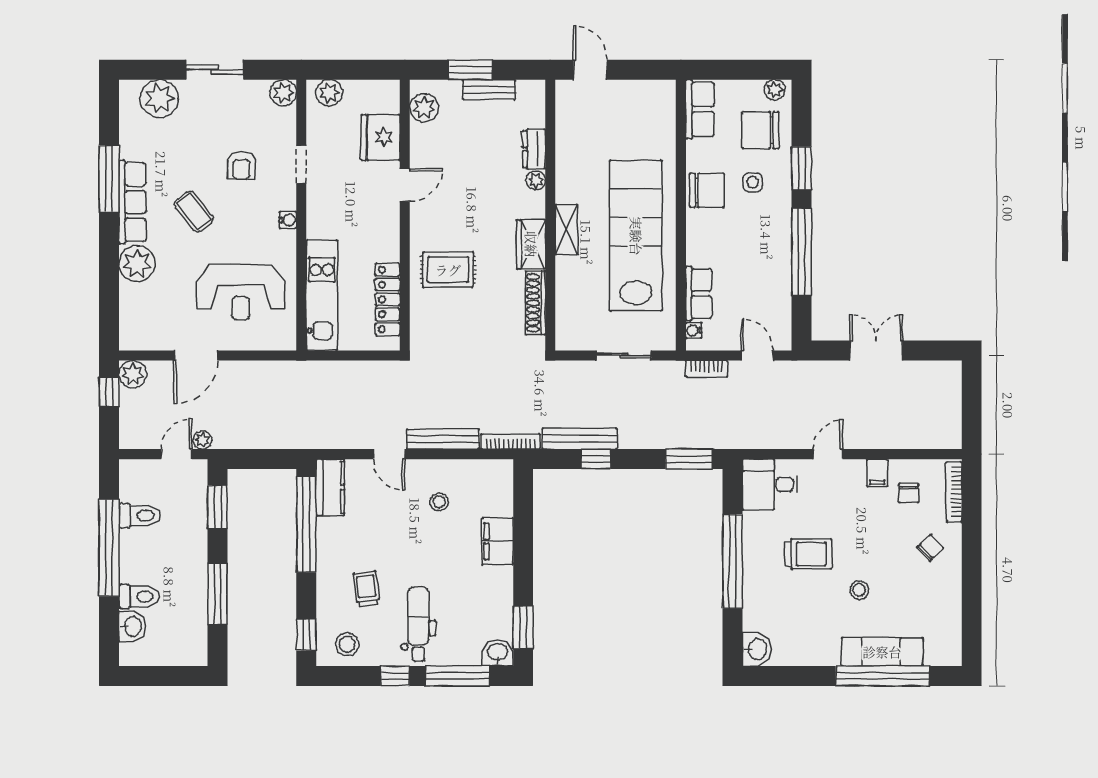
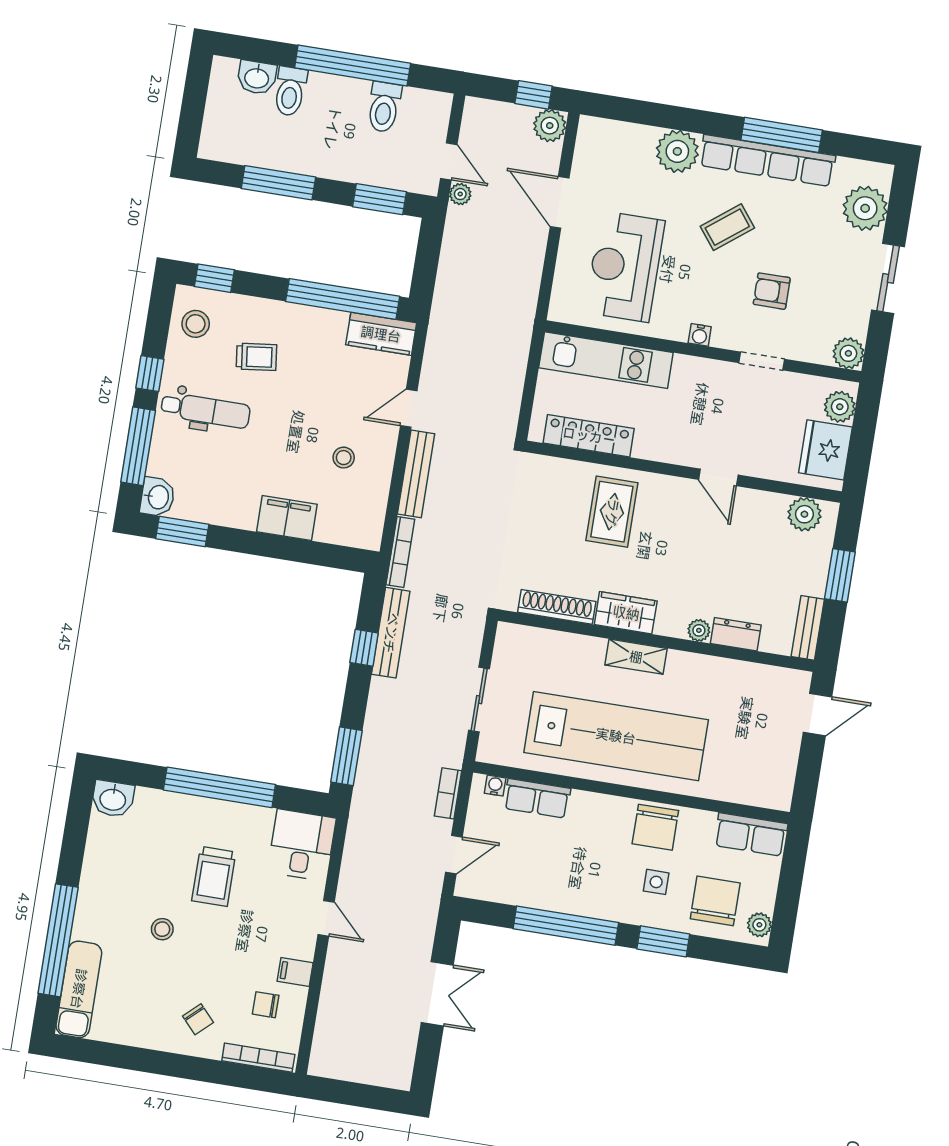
bench: (489, 90) -> (808, 628), moved
fridge: (380, 137) -> (825, 450), moved, turned -90
row of seats: (132, 202) -> (767, 160), width x1.36
exam couch: (882, 652) -> (79, 989), moved

